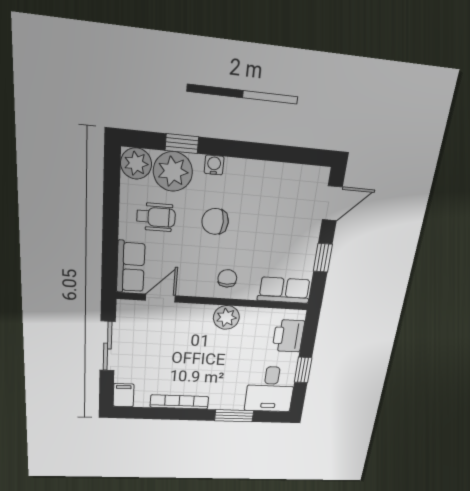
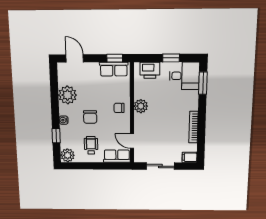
plant: (173, 171) -> (67, 95), moved
window: (323, 258) -> (115, 58), moved
row of seats: (284, 290) -> (114, 69), moved, turned -90
window: (234, 416) -> (203, 83), moved

